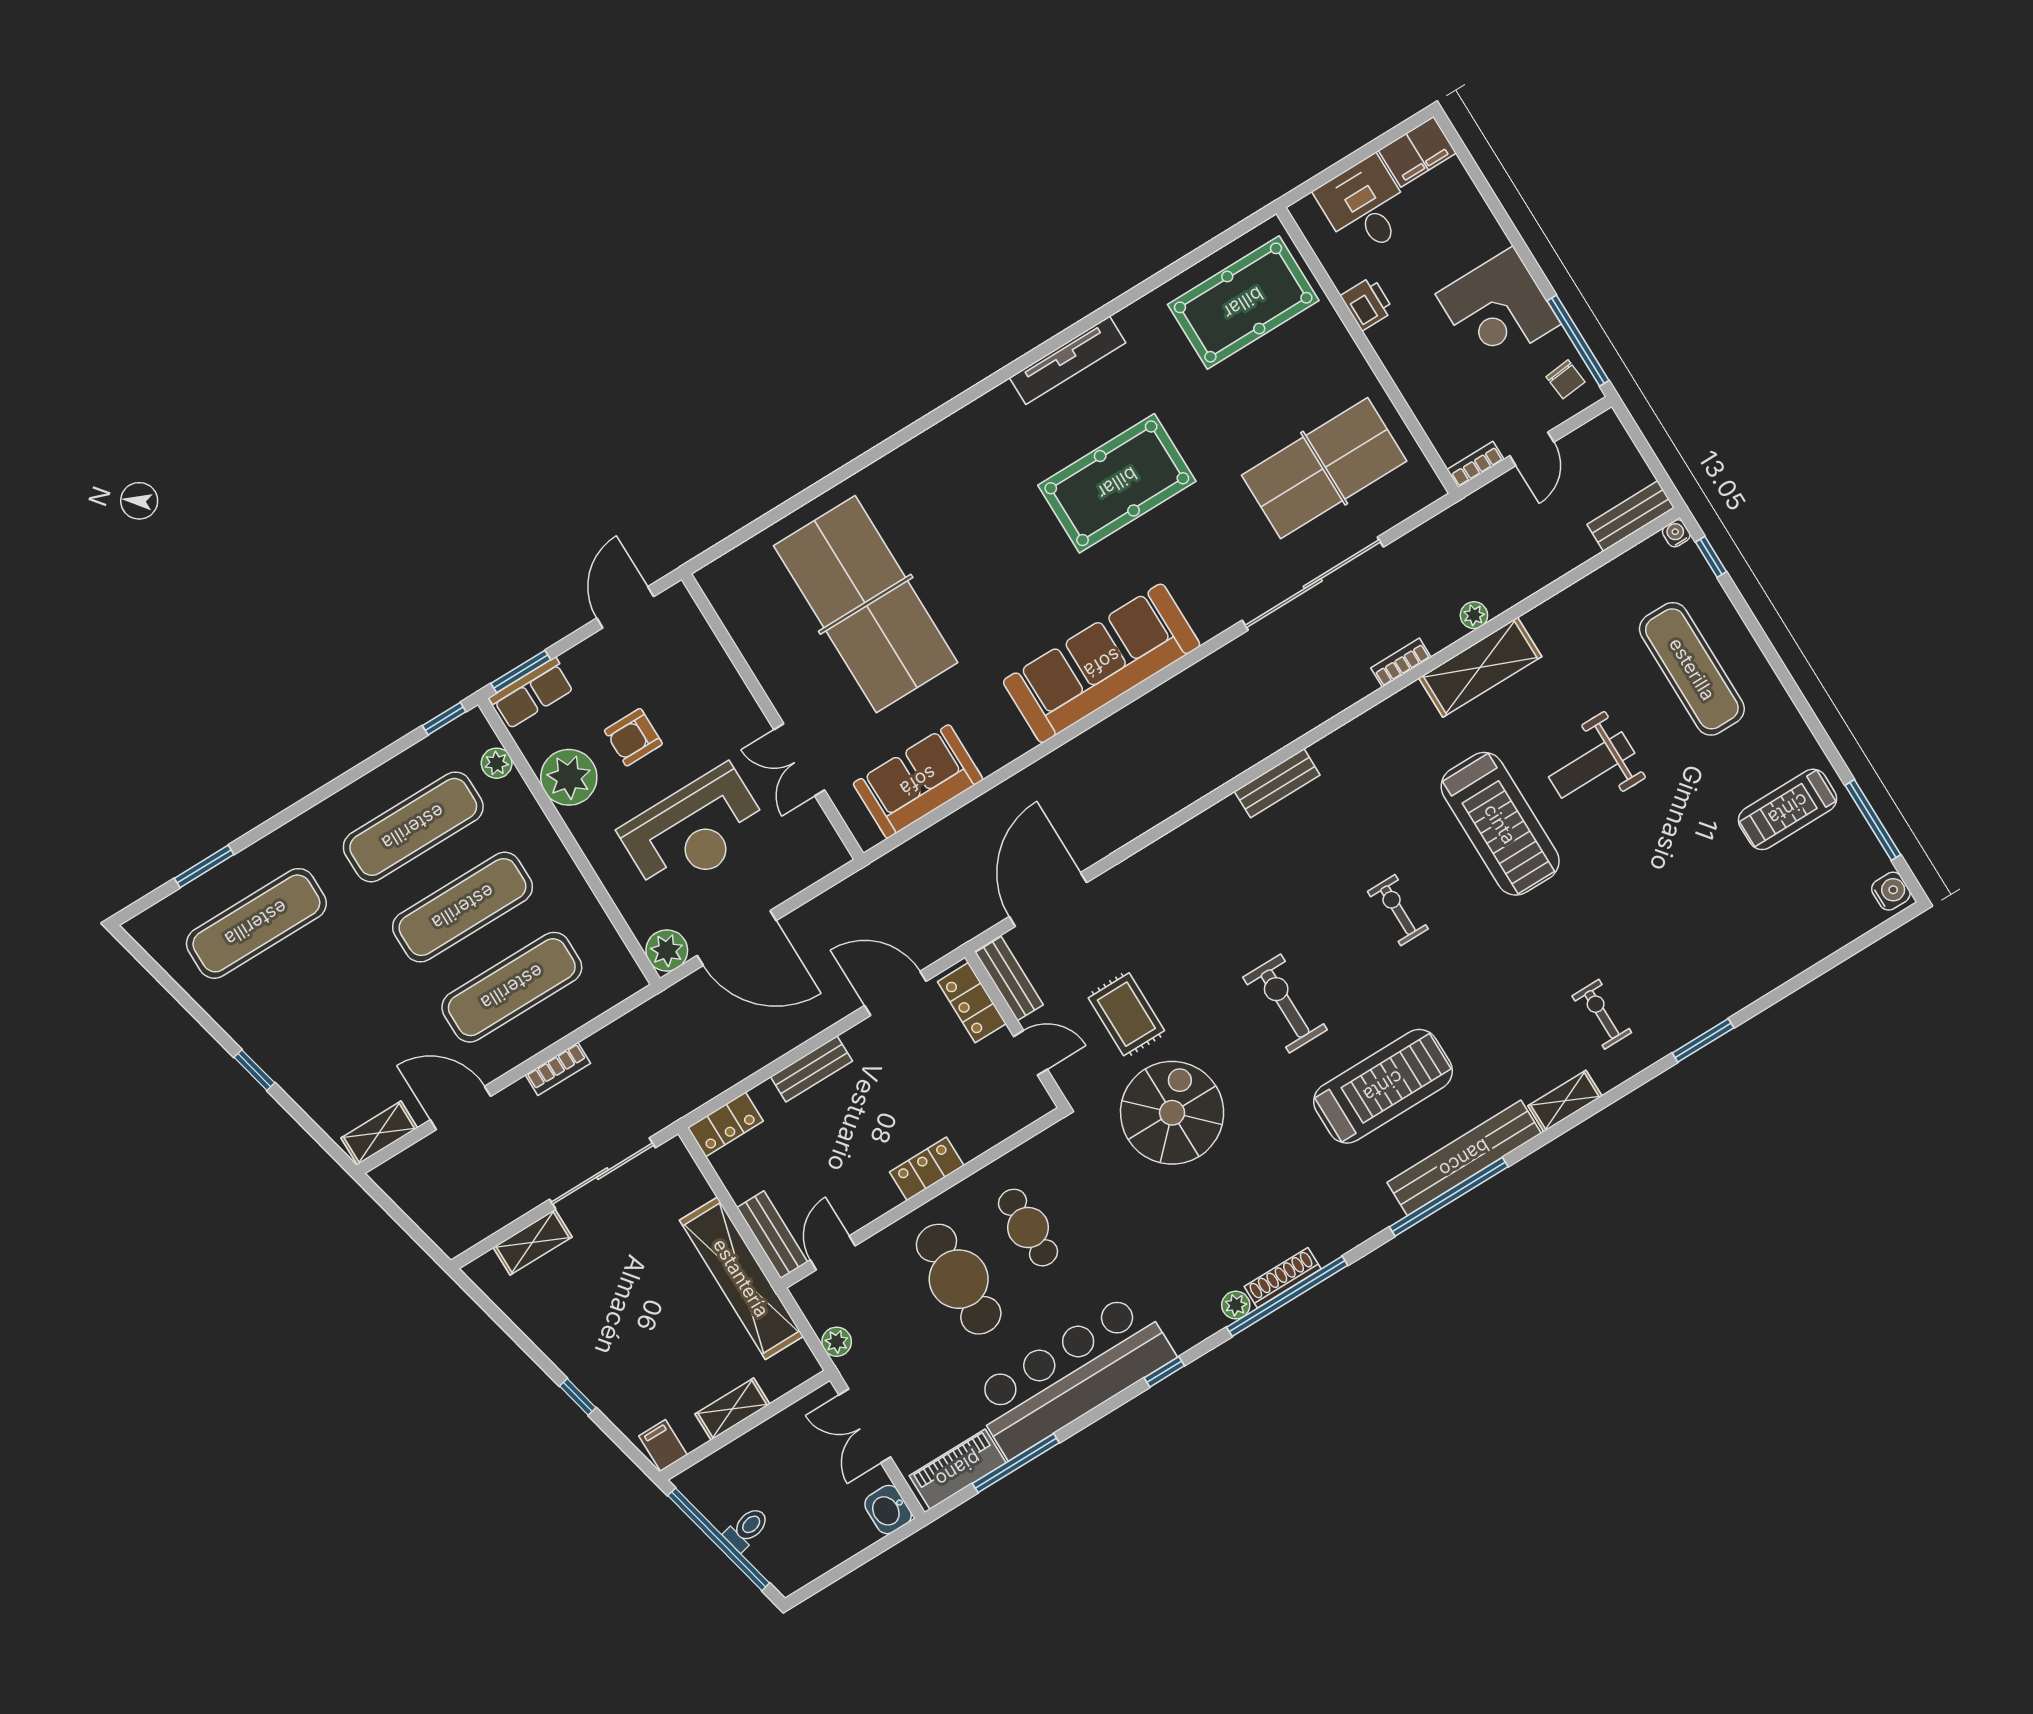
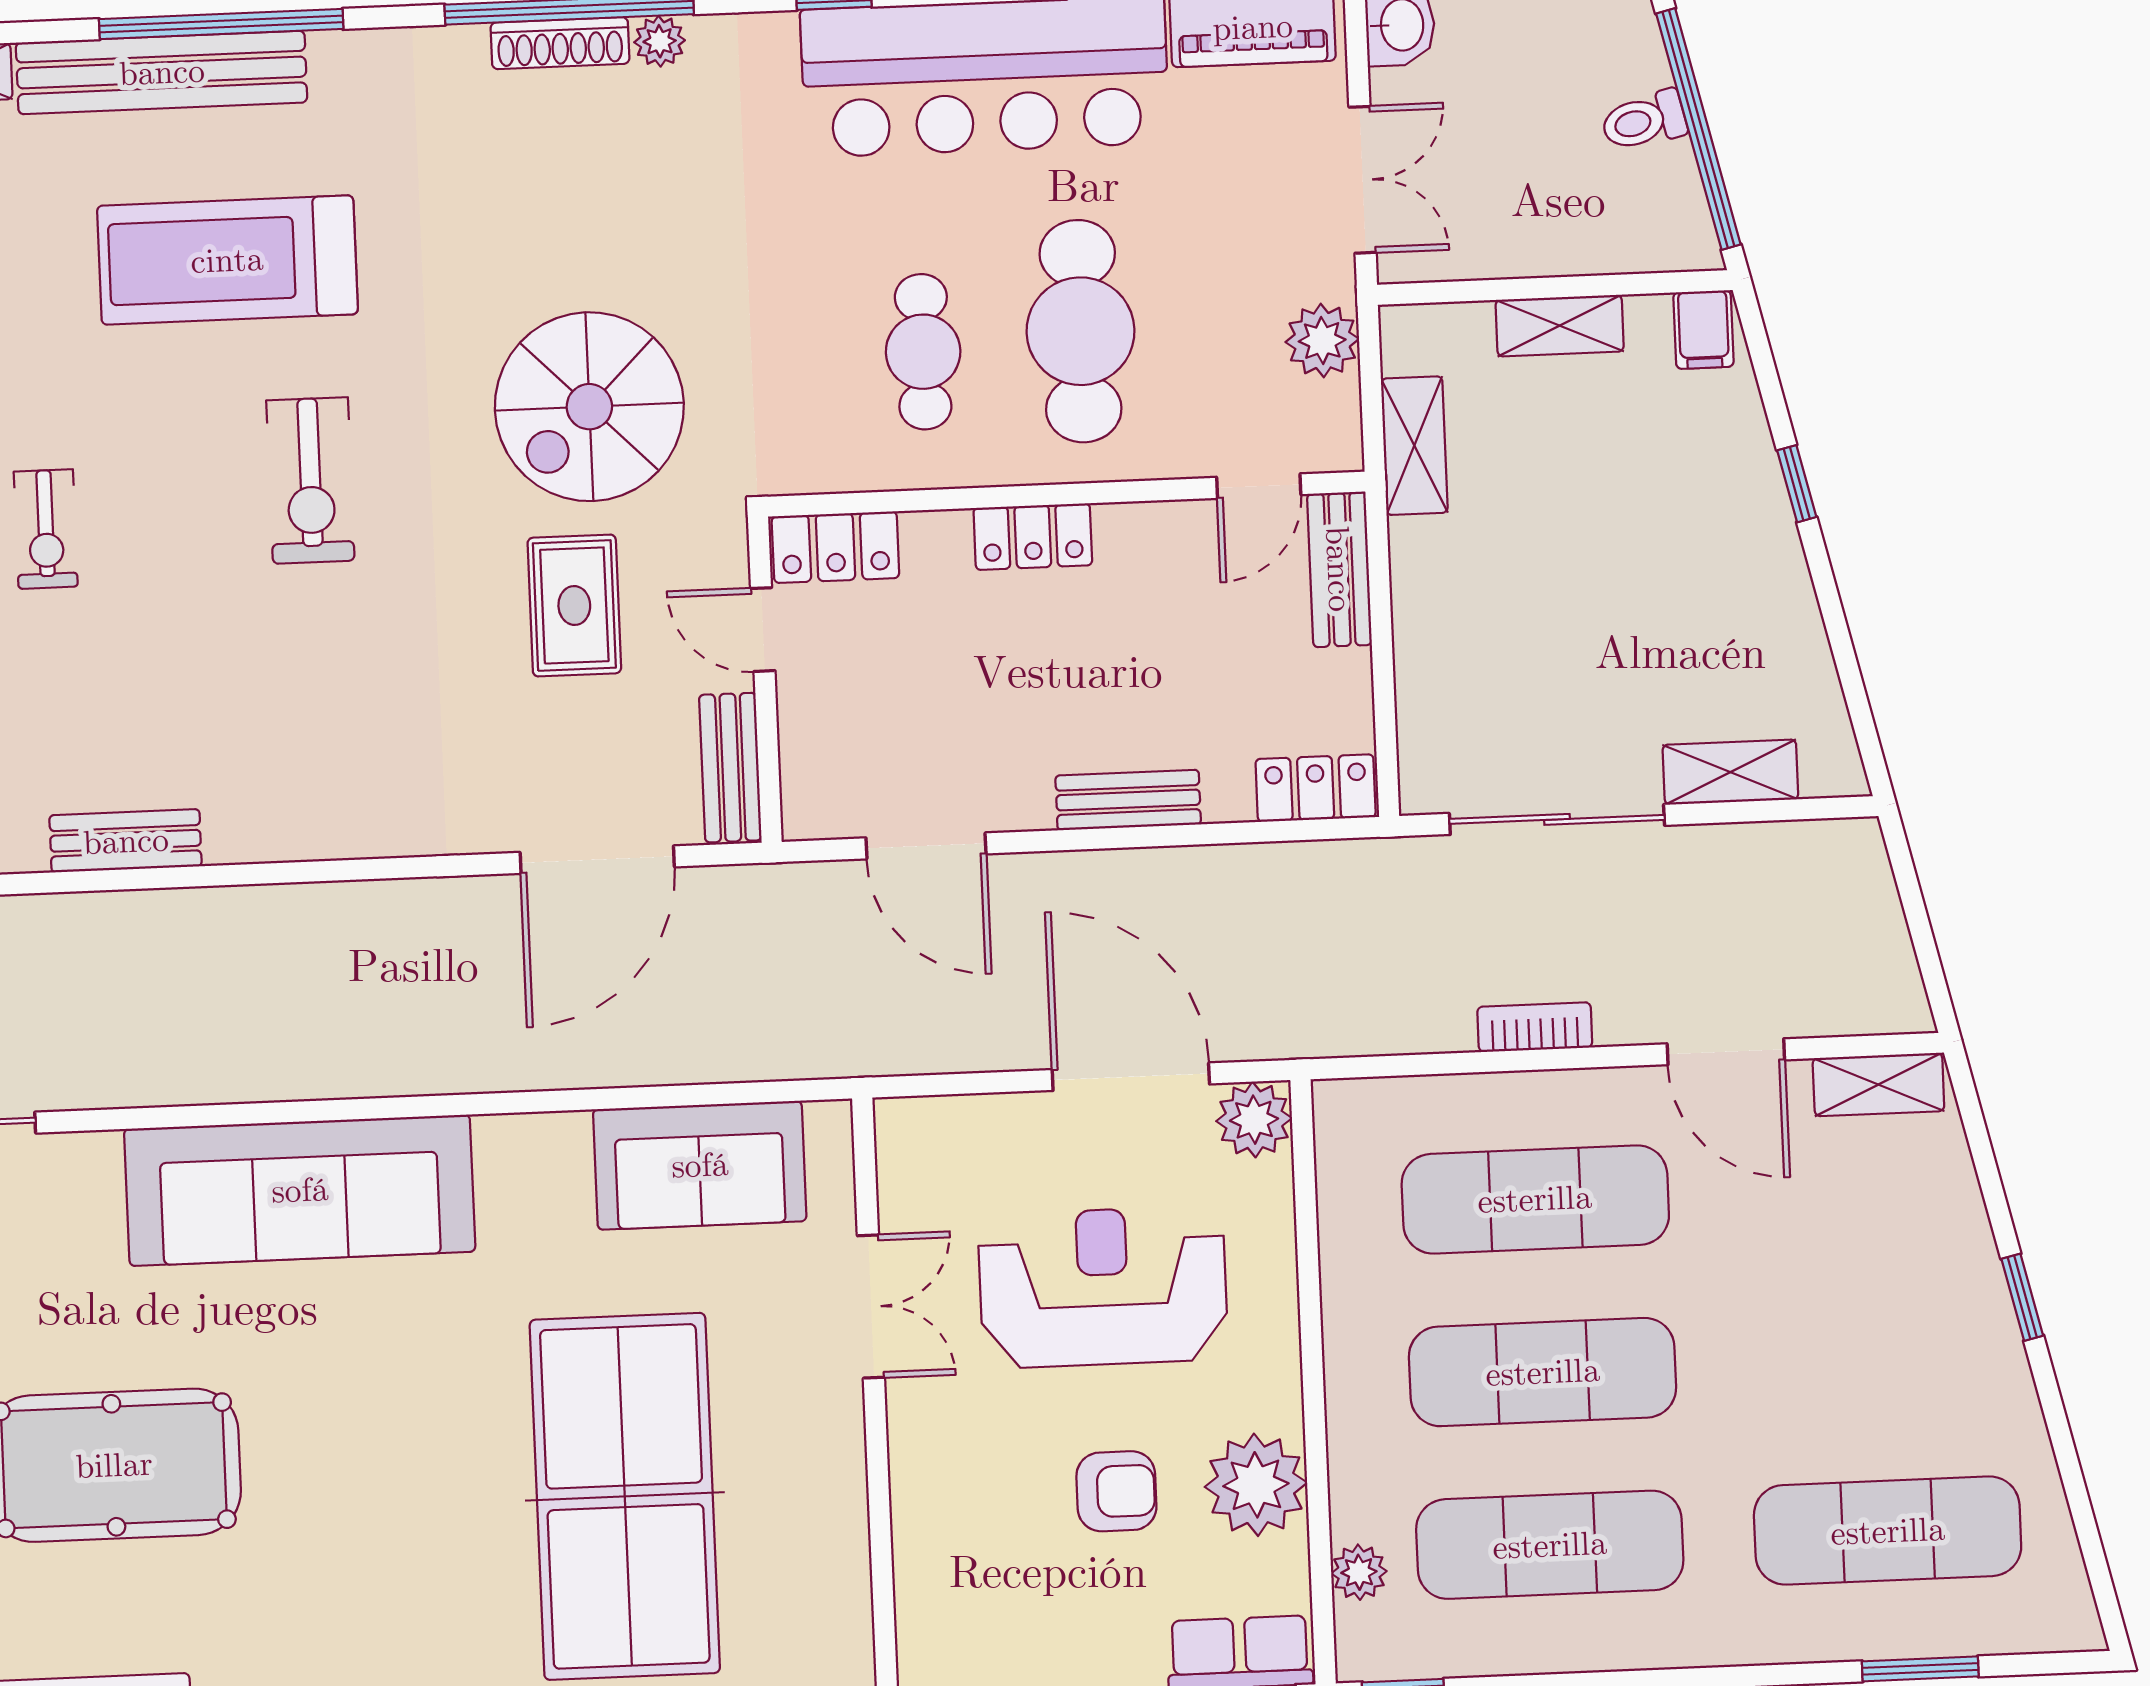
locker: (972, 1003) -> (835, 547), moved, turned 90
shelving: (741, 1278) -> (1414, 446), width x0.45, depth x0.75
plant: (837, 1342) -> (1322, 341), width x1.38, depth x1.38

